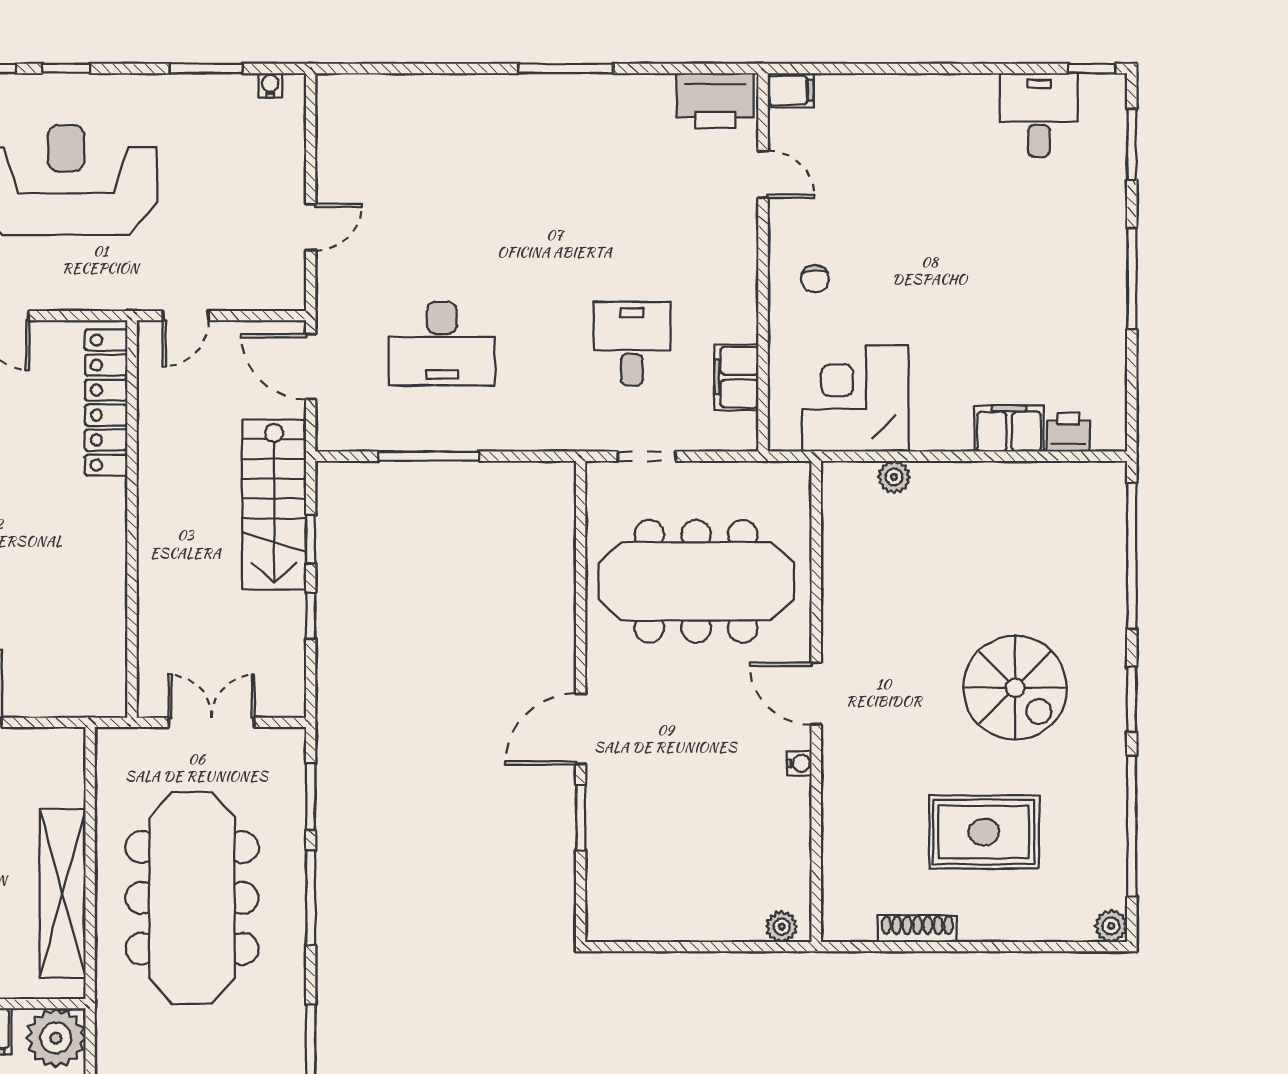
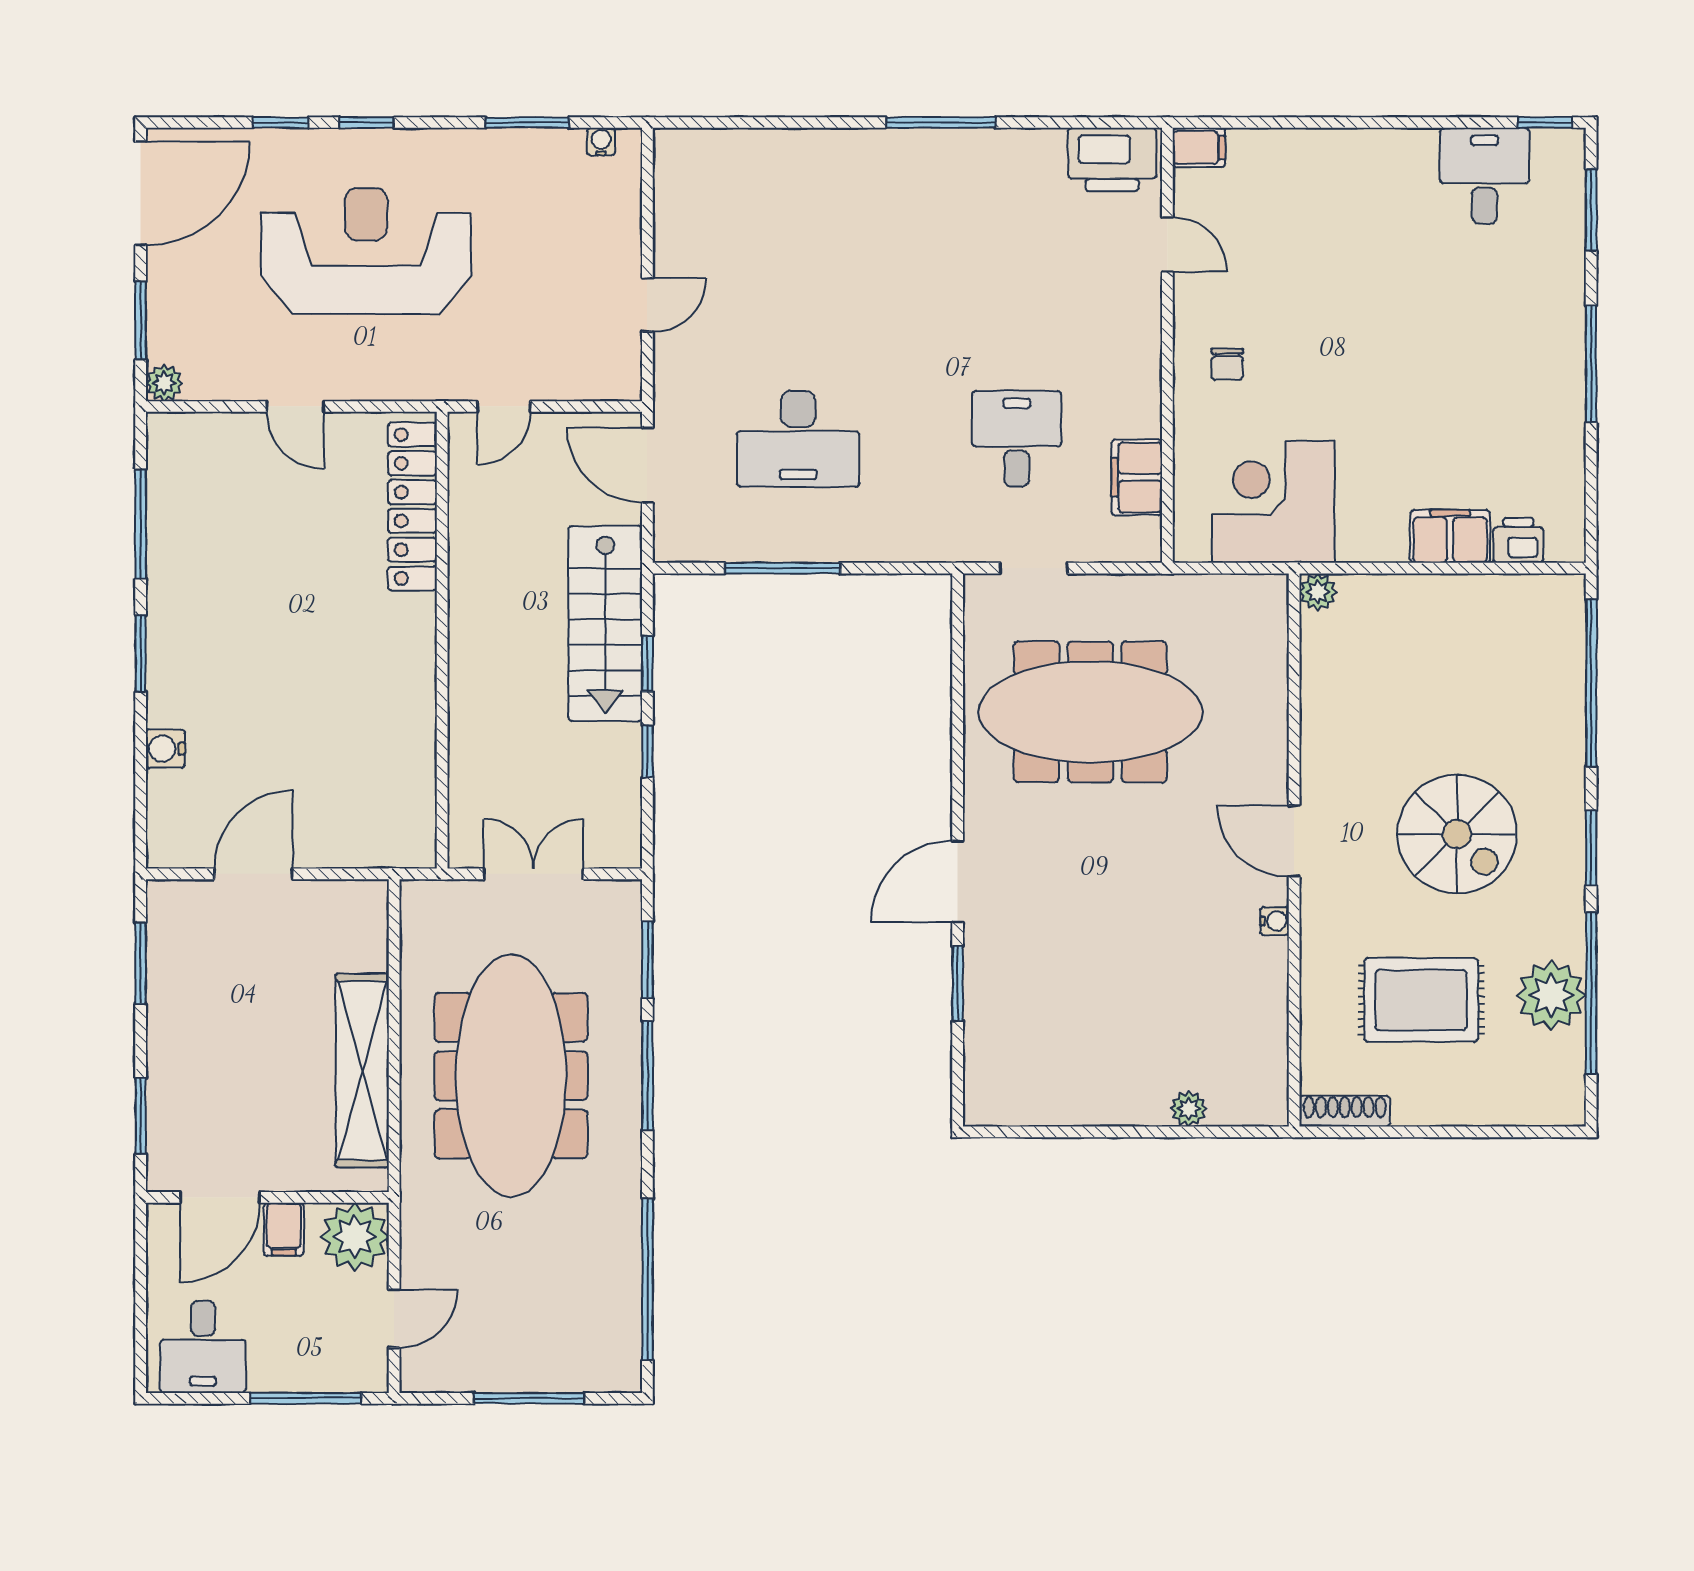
door: (816, 694) -> (1294, 841), moved
wall: (816, 701) -> (1294, 850), moved
water cooler: (799, 763) -> (1275, 921), moved
plant: (1111, 926) -> (1551, 995), moved, width x1.88, depth x1.88

